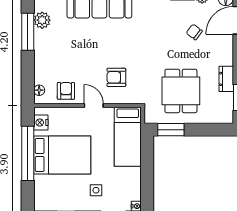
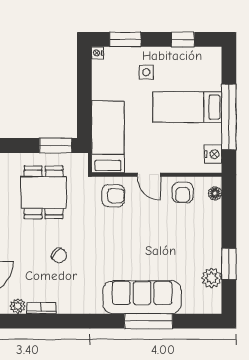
window: (28, 32) -> (229, 264), width x0.69
chair: (194, 32) -> (59, 256), moved
armchair: (116, 77) -> (113, 196), moved
bed: (62, 155) -> (187, 107), width x0.67

